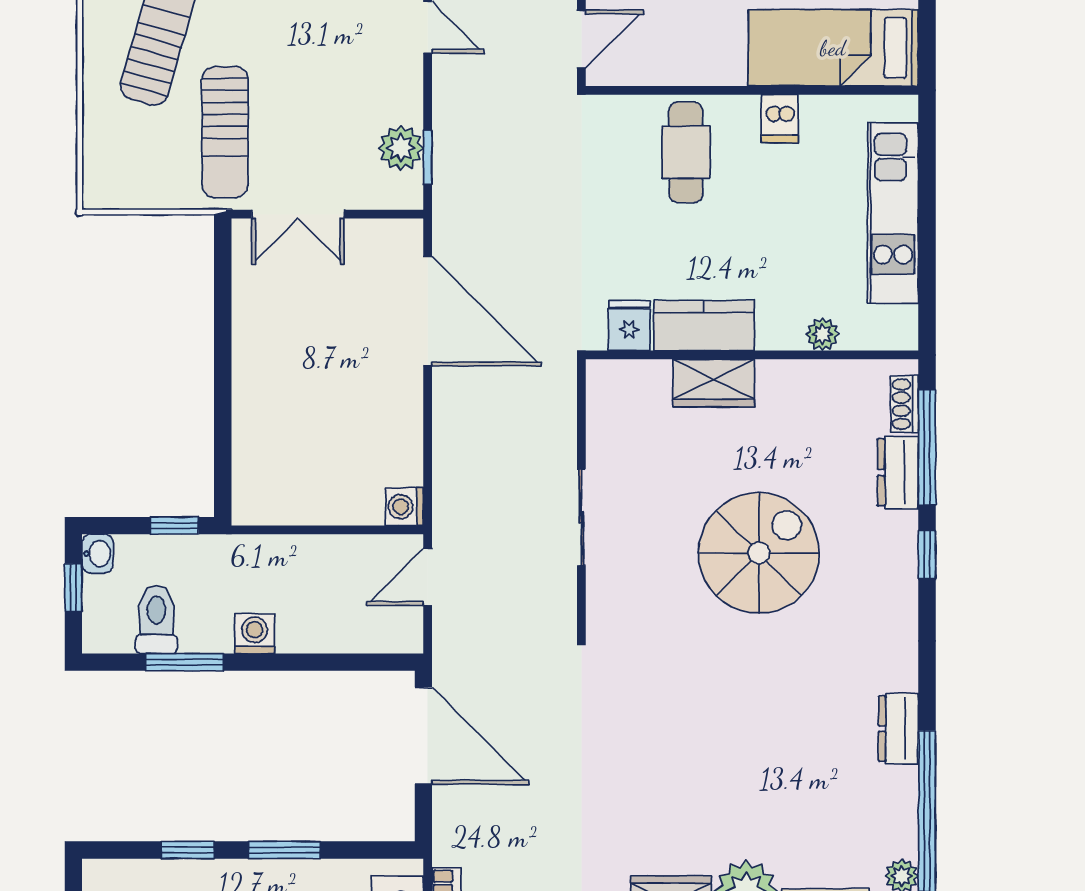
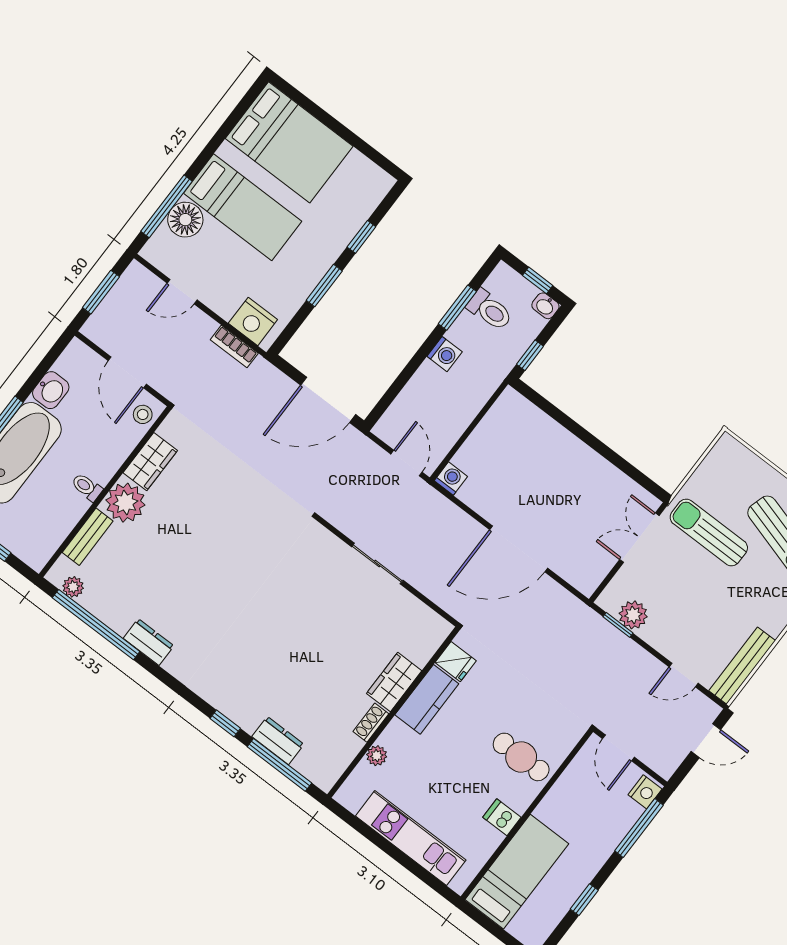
door: (428, 311) -> (519, 549), moved
shoe rack: (905, 404) -> (371, 723), moved, turned -90
spiral stairs: (759, 553) -> (291, 639), removed

